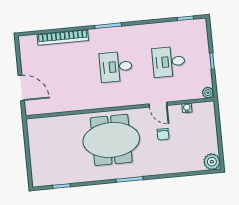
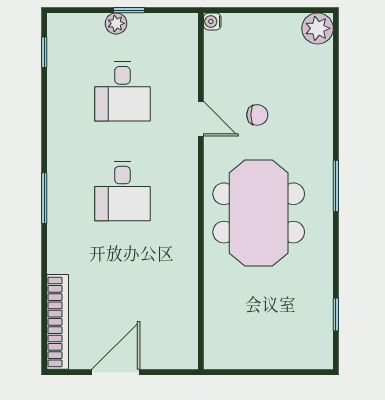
bookcase: (63, 37) -> (58, 322), moved
door: (21, 88) -> (116, 372), moved
plant: (208, 93) -> (116, 23), moved
door: (158, 105) -> (201, 119), hinge flipped
water cooler: (187, 108) -> (212, 22), moved

